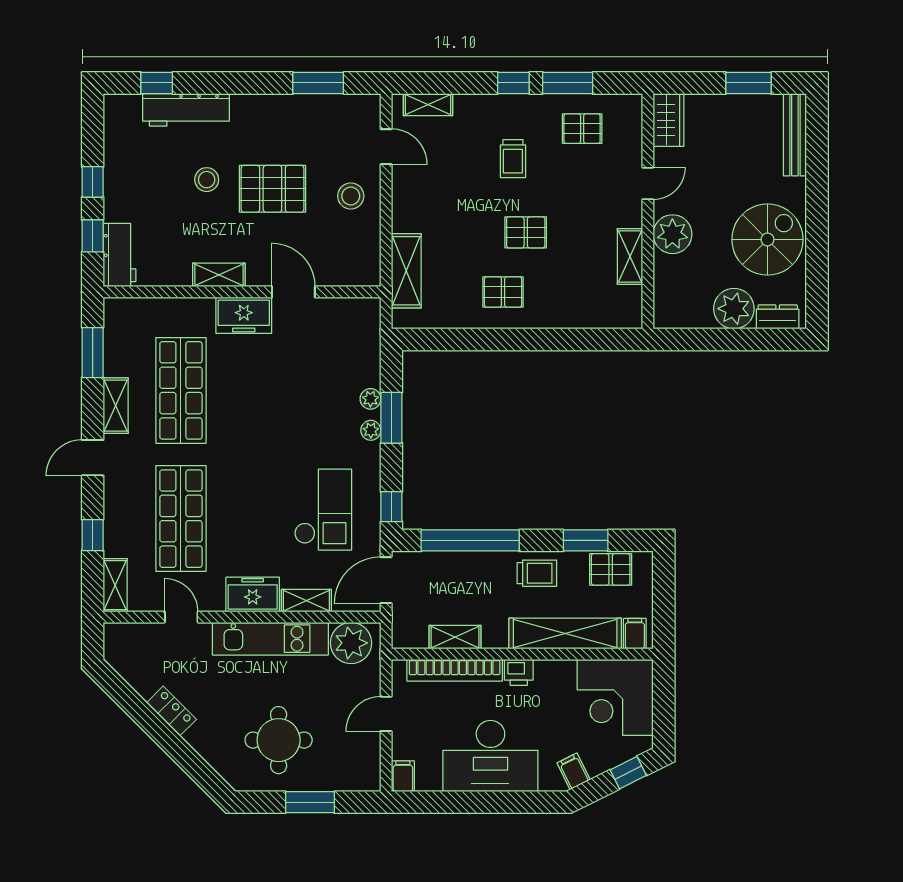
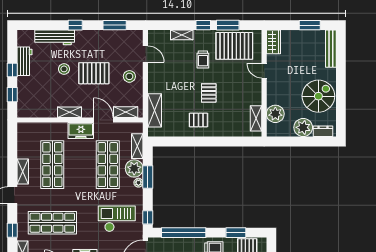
window: (157, 83) -> (75, 25), moved
shelving: (428, 105) -> (182, 35), moved
pallet: (582, 129) -> (234, 46), width x2.05, depth x2.00
door: (648, 183) -> (264, 71), swing flipped
pallet: (526, 232) -> (209, 93), turned 90
plant: (672, 234) -> (275, 114), moved
workbench: (119, 255) -> (24, 61), moved
shelving: (630, 256) -> (256, 118), moved
shelving: (343, 275) -> (126, 112), added
shelving: (368, 350) -> (137, 146), added
window: (93, 353) -> (12, 147), removed
shop shelf: (303, 390) -> (108, 165), added
plant: (370, 399) -> (134, 168), width x1.87, depth x1.87
checkout: (323, 510) -> (117, 219), turned -90
shop shelf: (181, 519) -> (52, 223), turned 90

